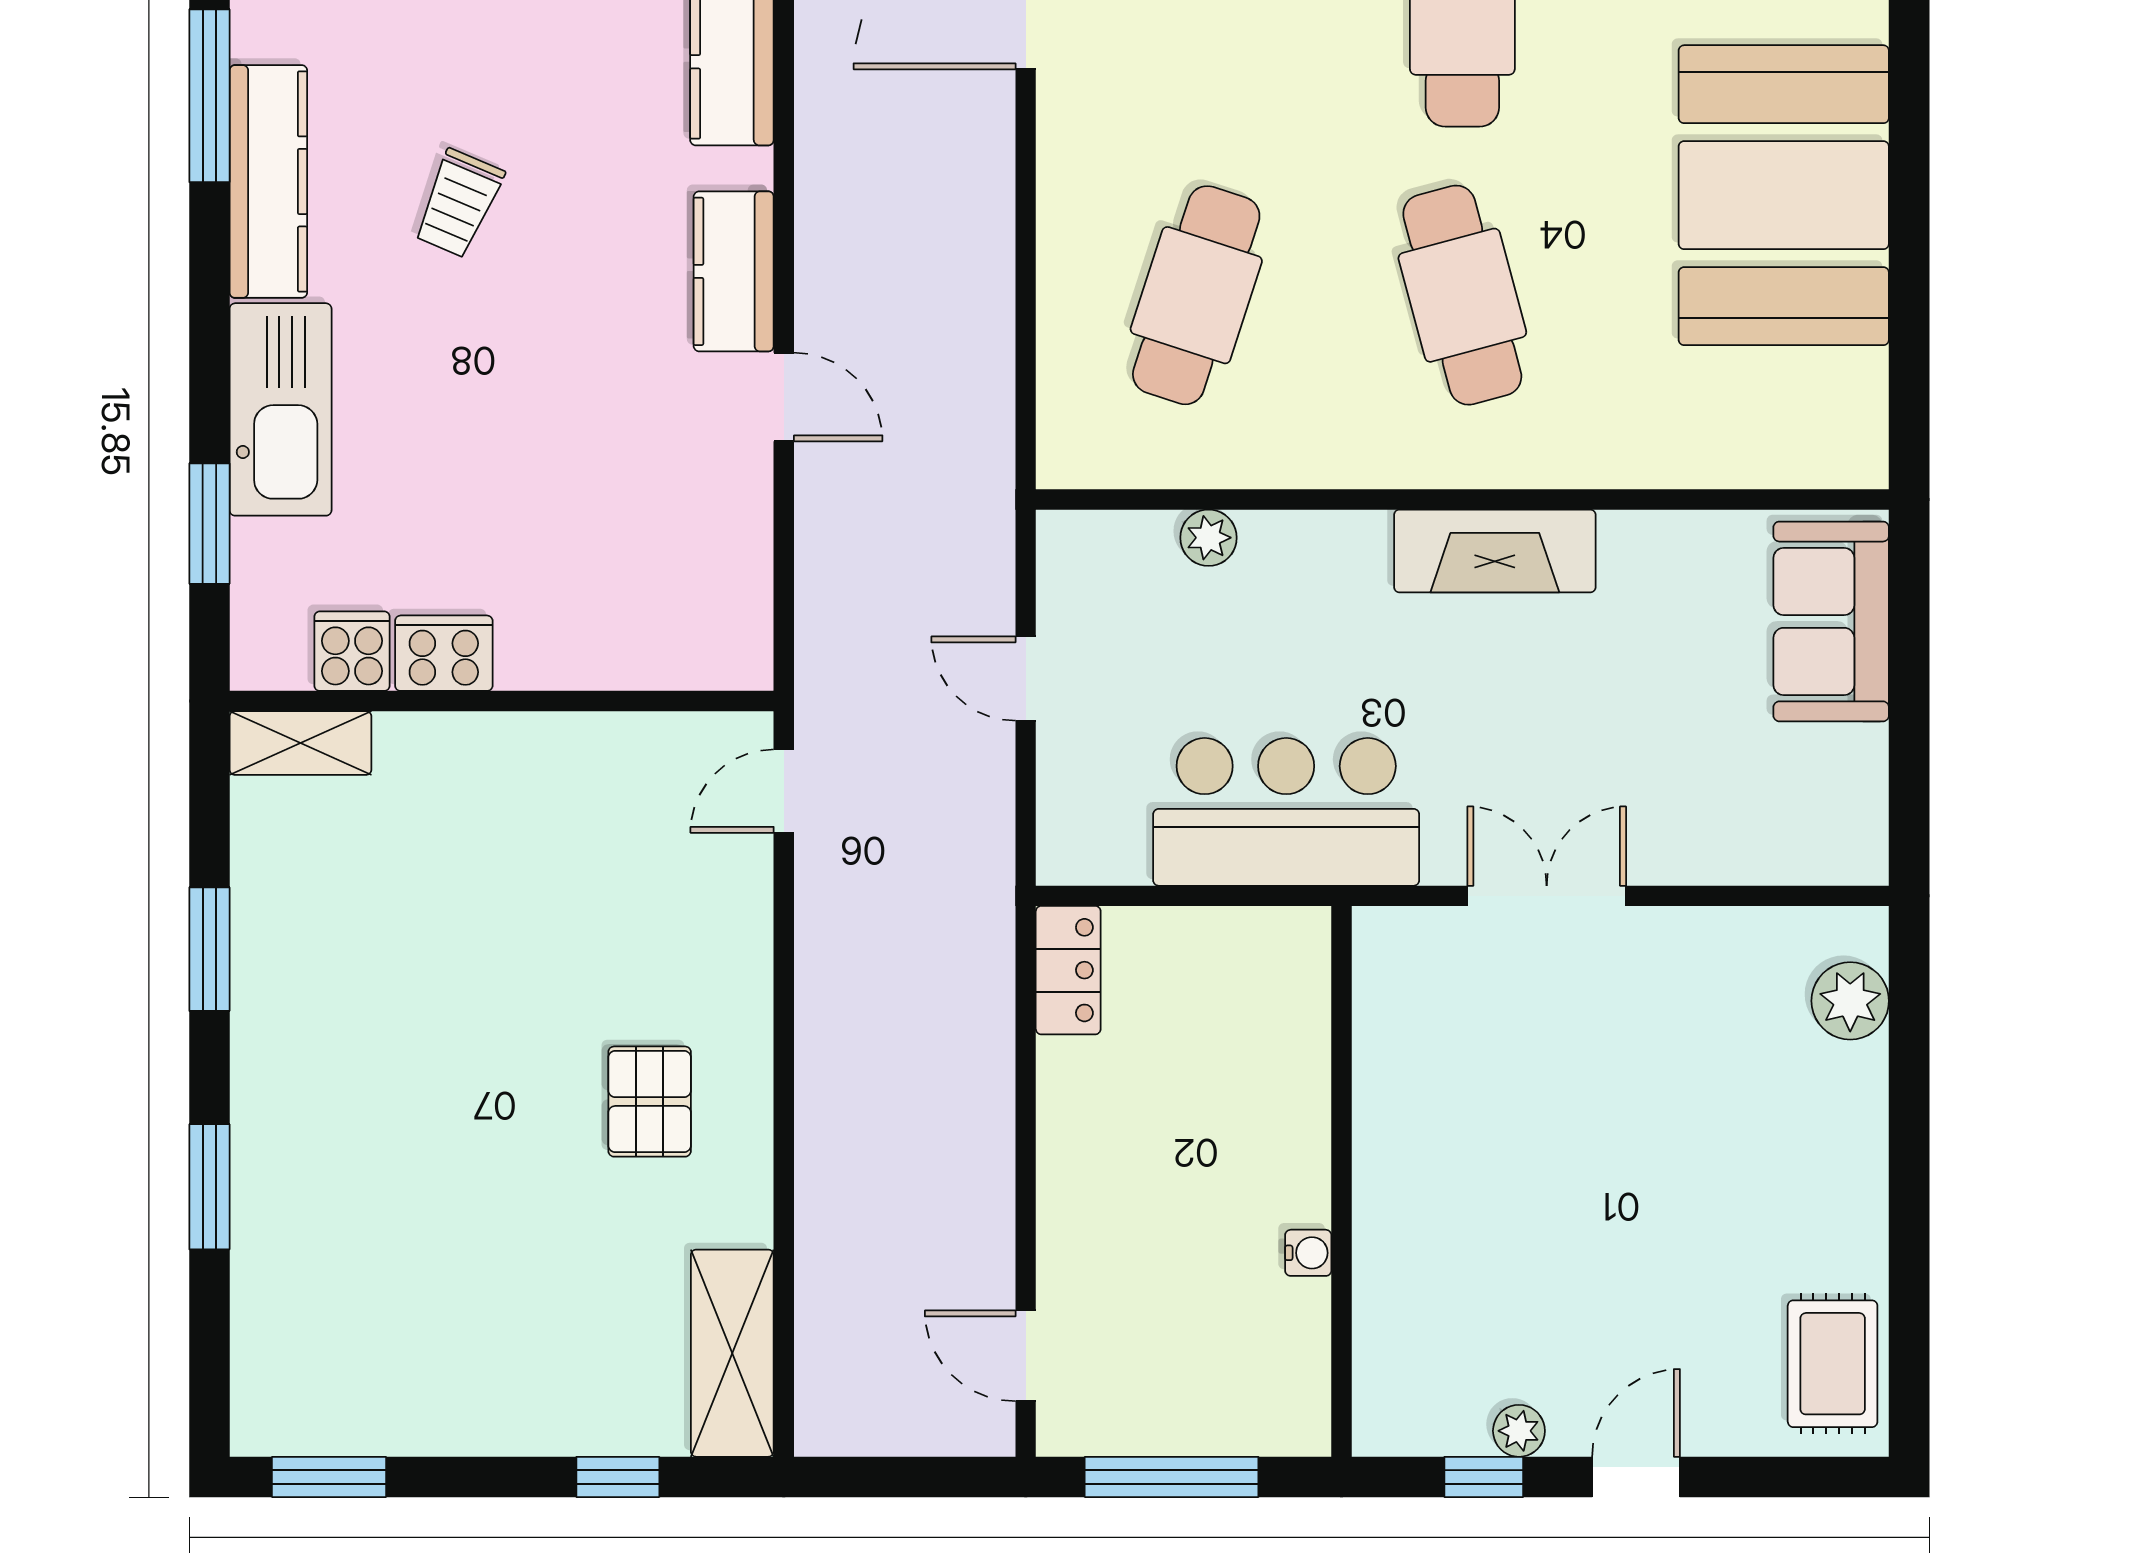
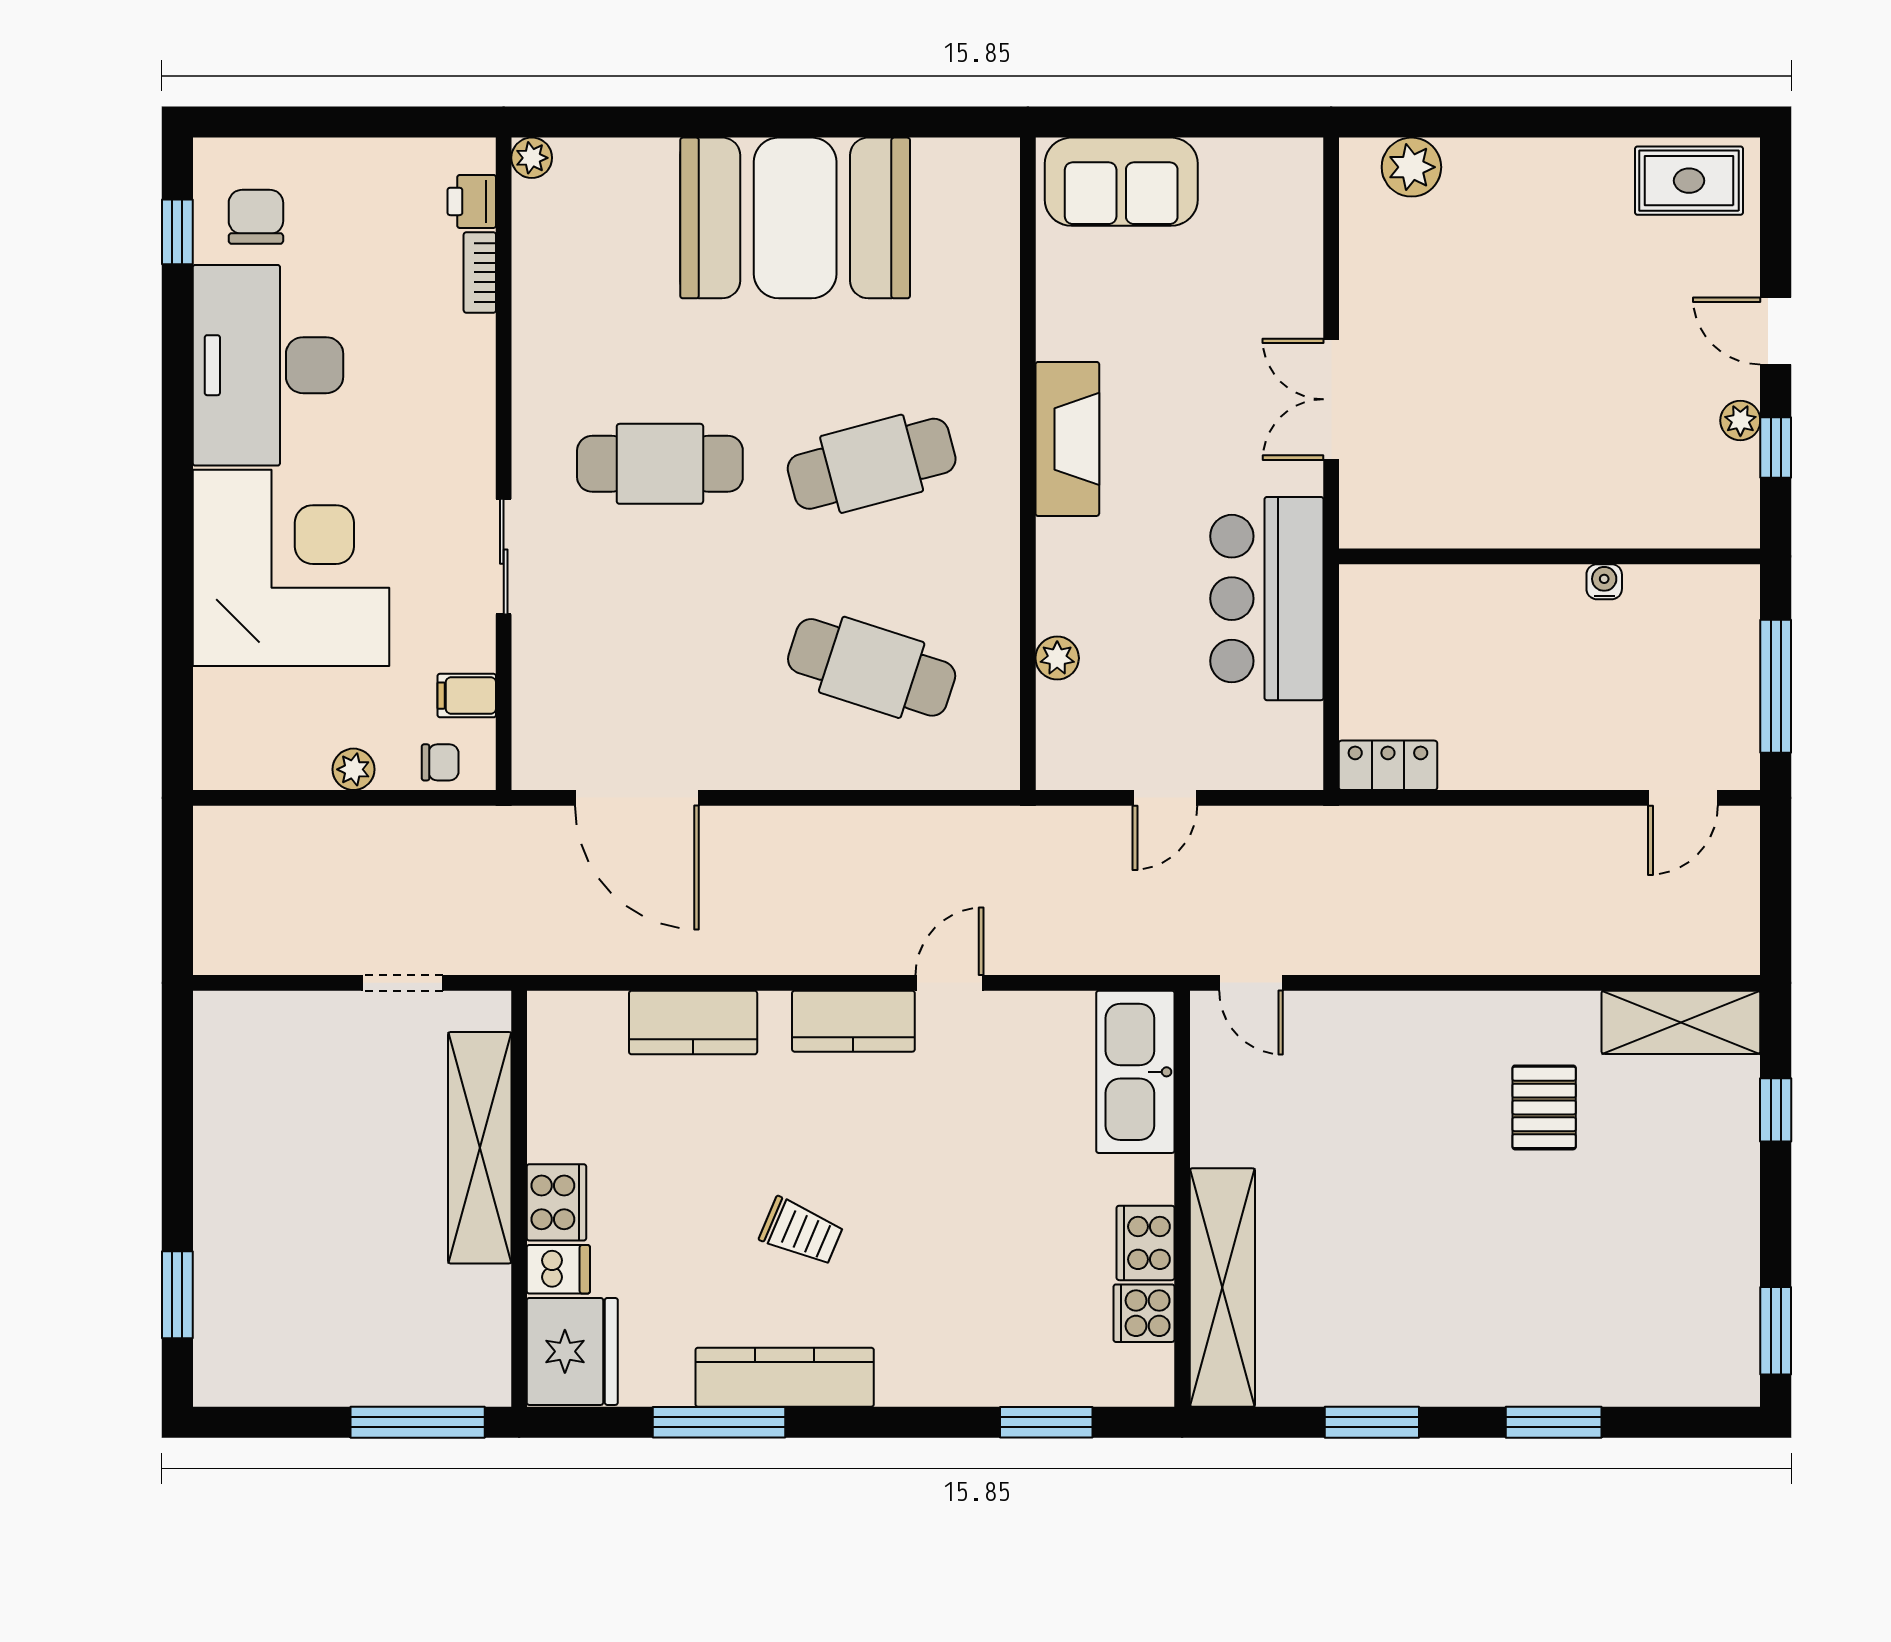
kitchen sink: (281, 409) -> (1135, 1072), moved, turned -90
shelving: (300, 743) -> (1222, 1288), width x2.20, depth x1.33
pallet: (650, 1102) -> (1544, 1107), moved, turned 90

